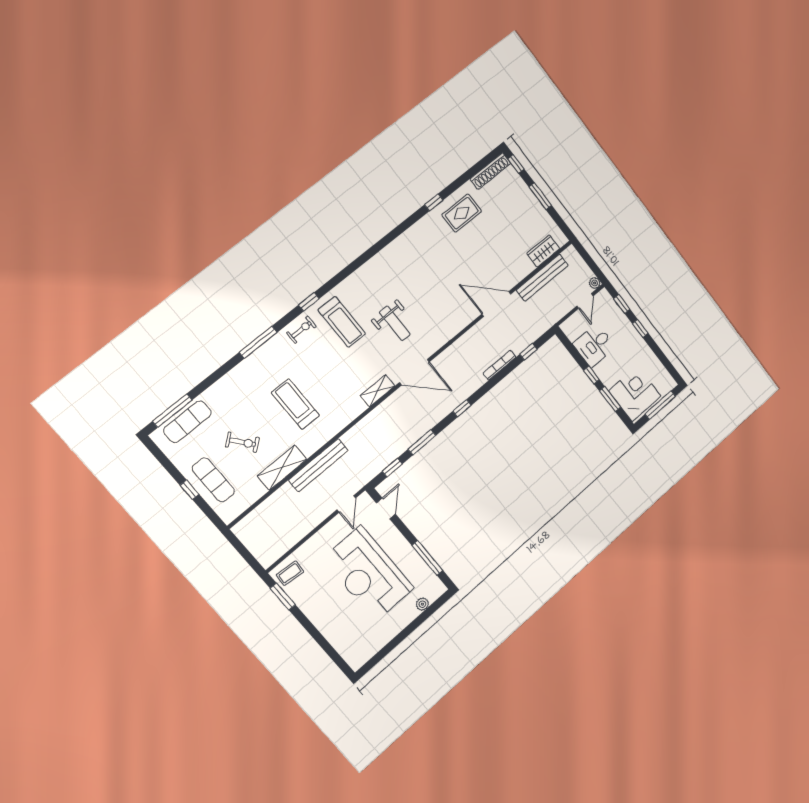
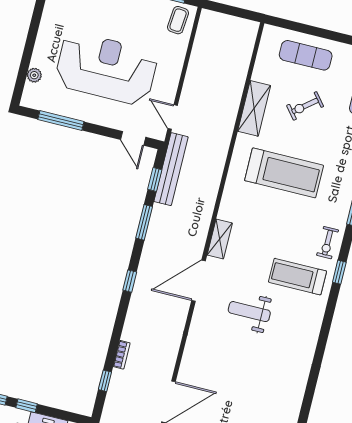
bookcase: (499, 365) -> (122, 355), width x0.64
treadmill: (295, 404) -> (284, 173), width x1.37, depth x1.38
bench: (318, 465) -> (171, 169), moved
window: (190, 490) -> (319, 32), removed

